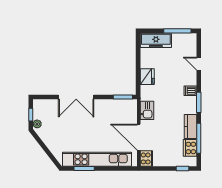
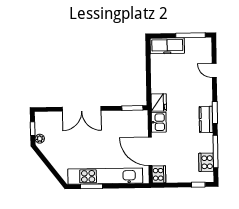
fridge: (147, 77) -> (159, 102), moved
dishwasher: (190, 91) -> (206, 100), removed
kitchen counter: (191, 126) -> (206, 119), moved

